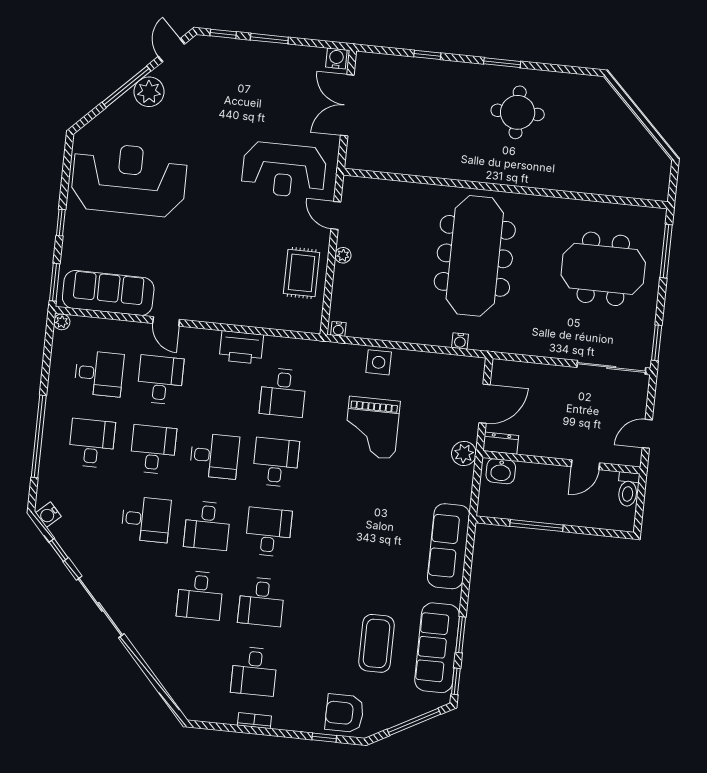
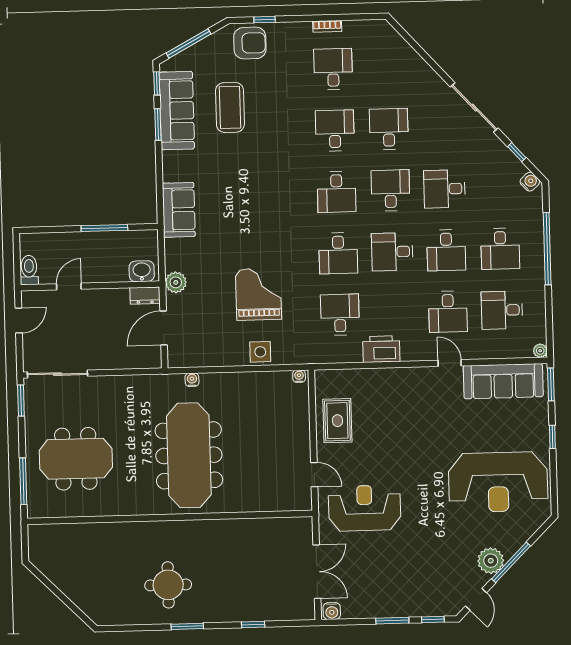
plant: (343, 255) -> (303, 441), removed
sofa: (449, 546) -> (179, 210), width x0.73

